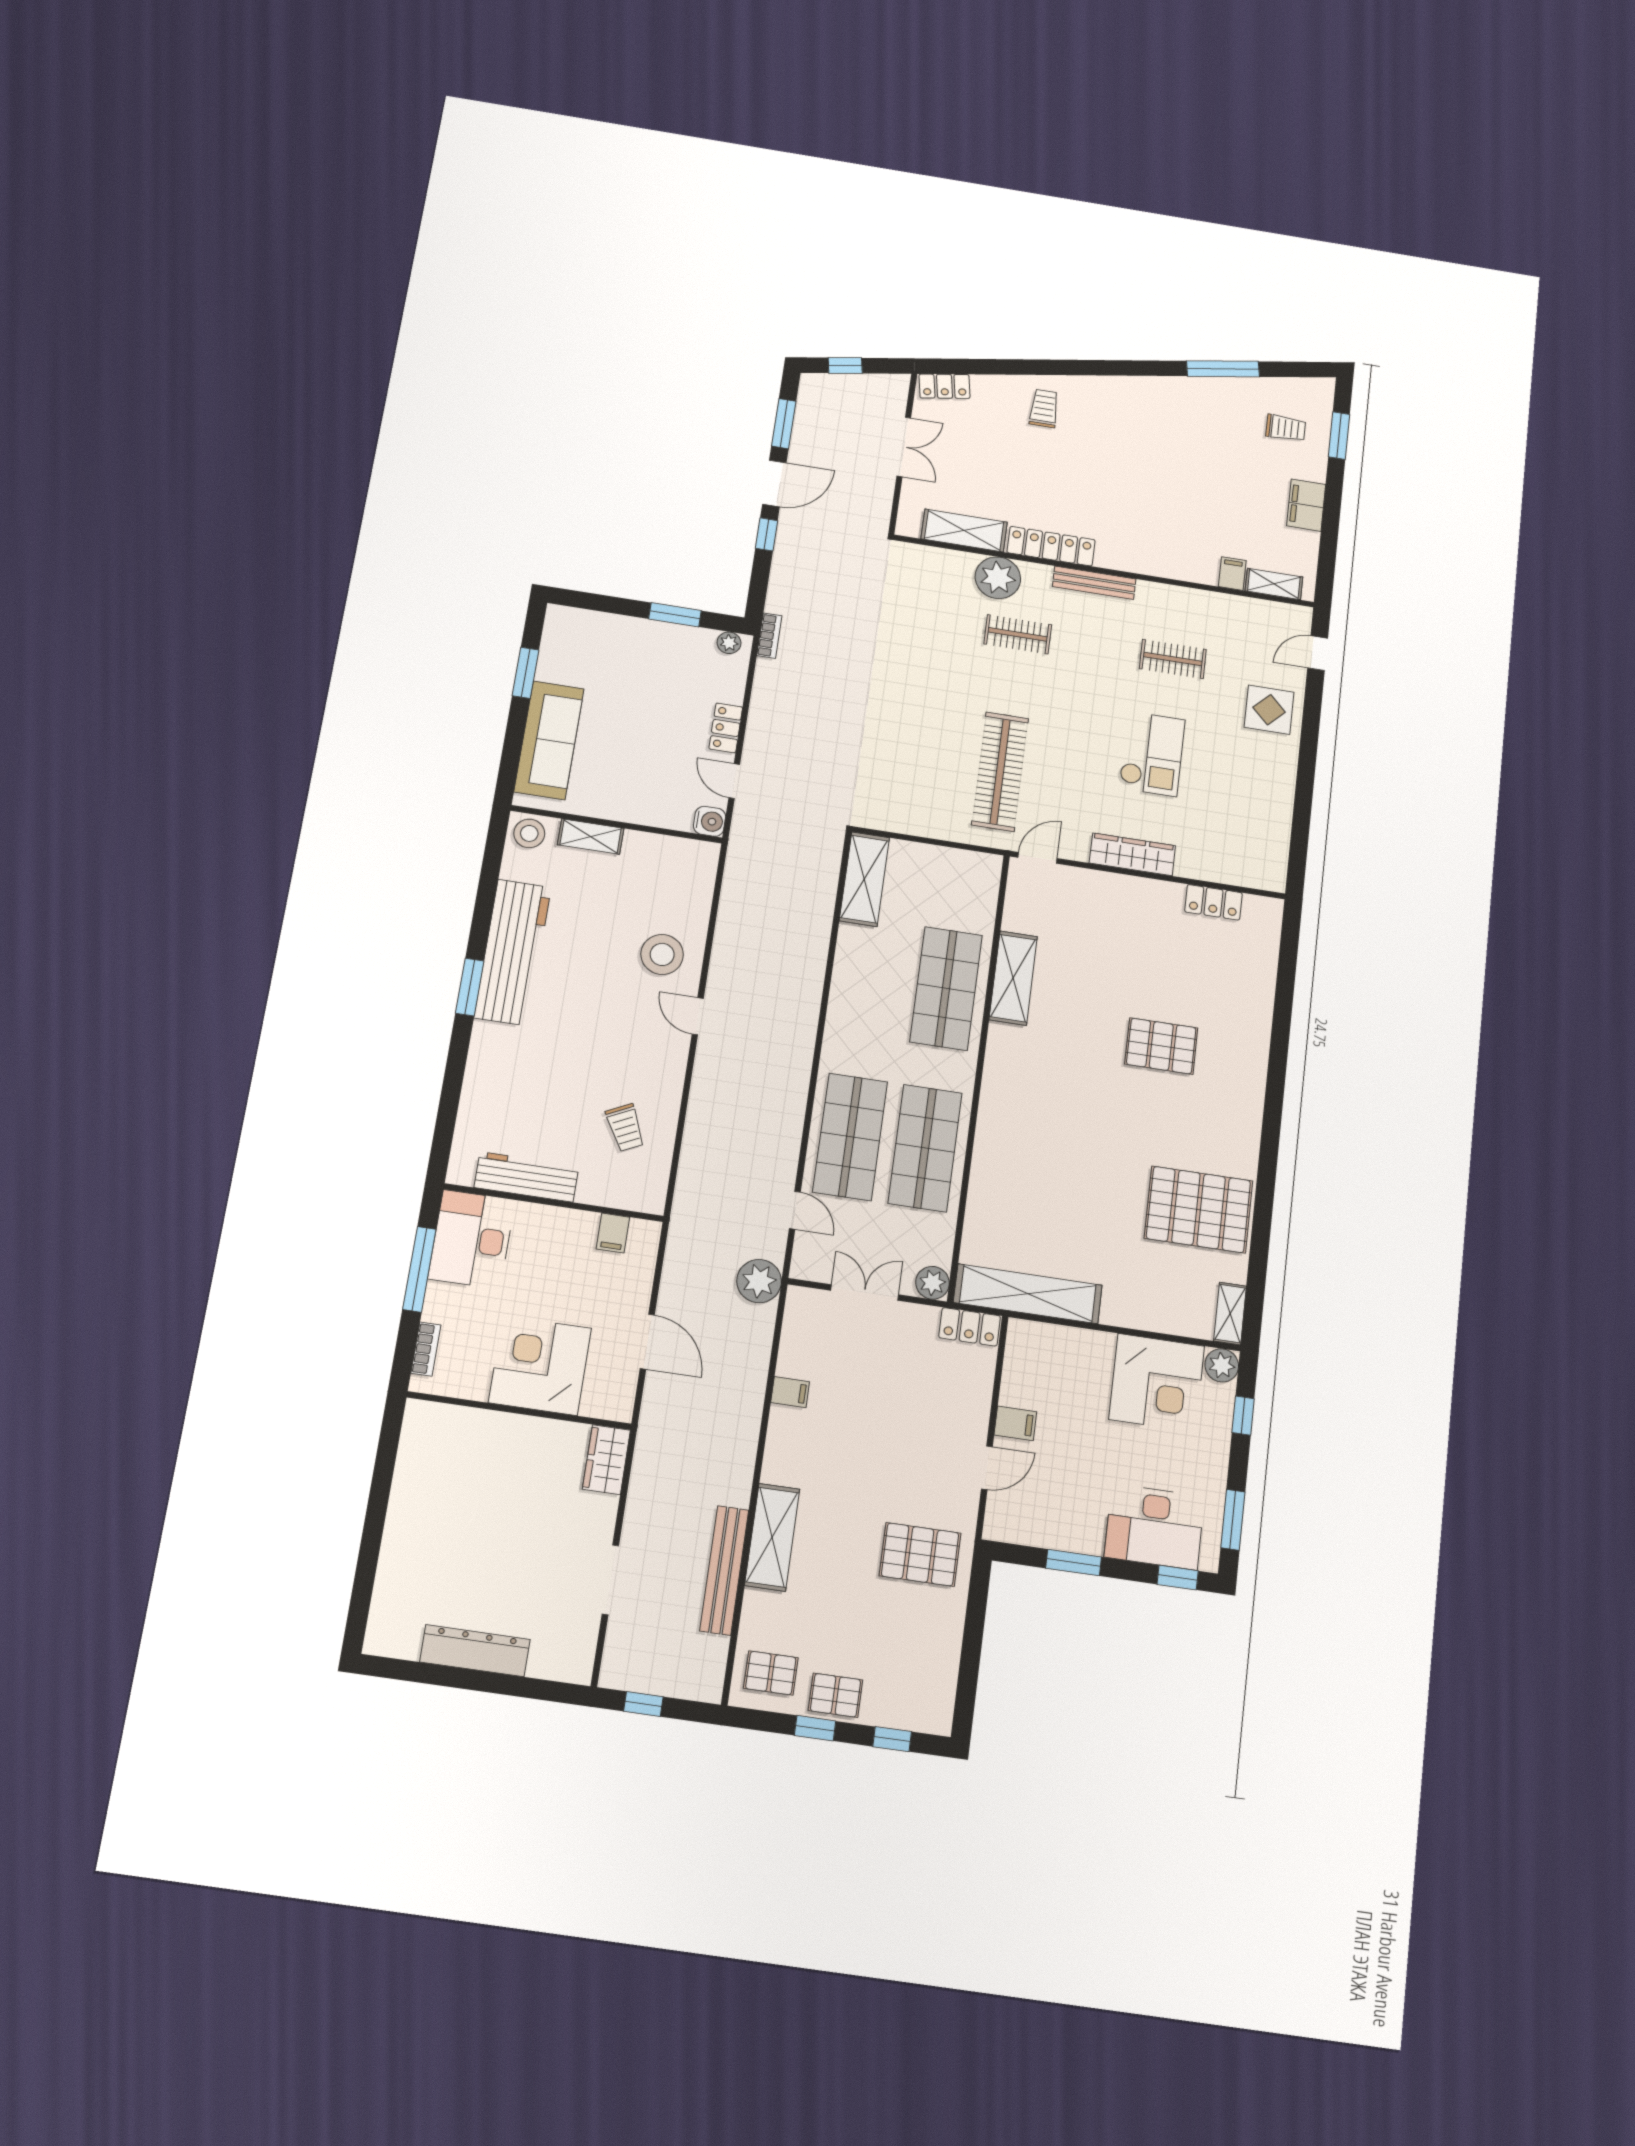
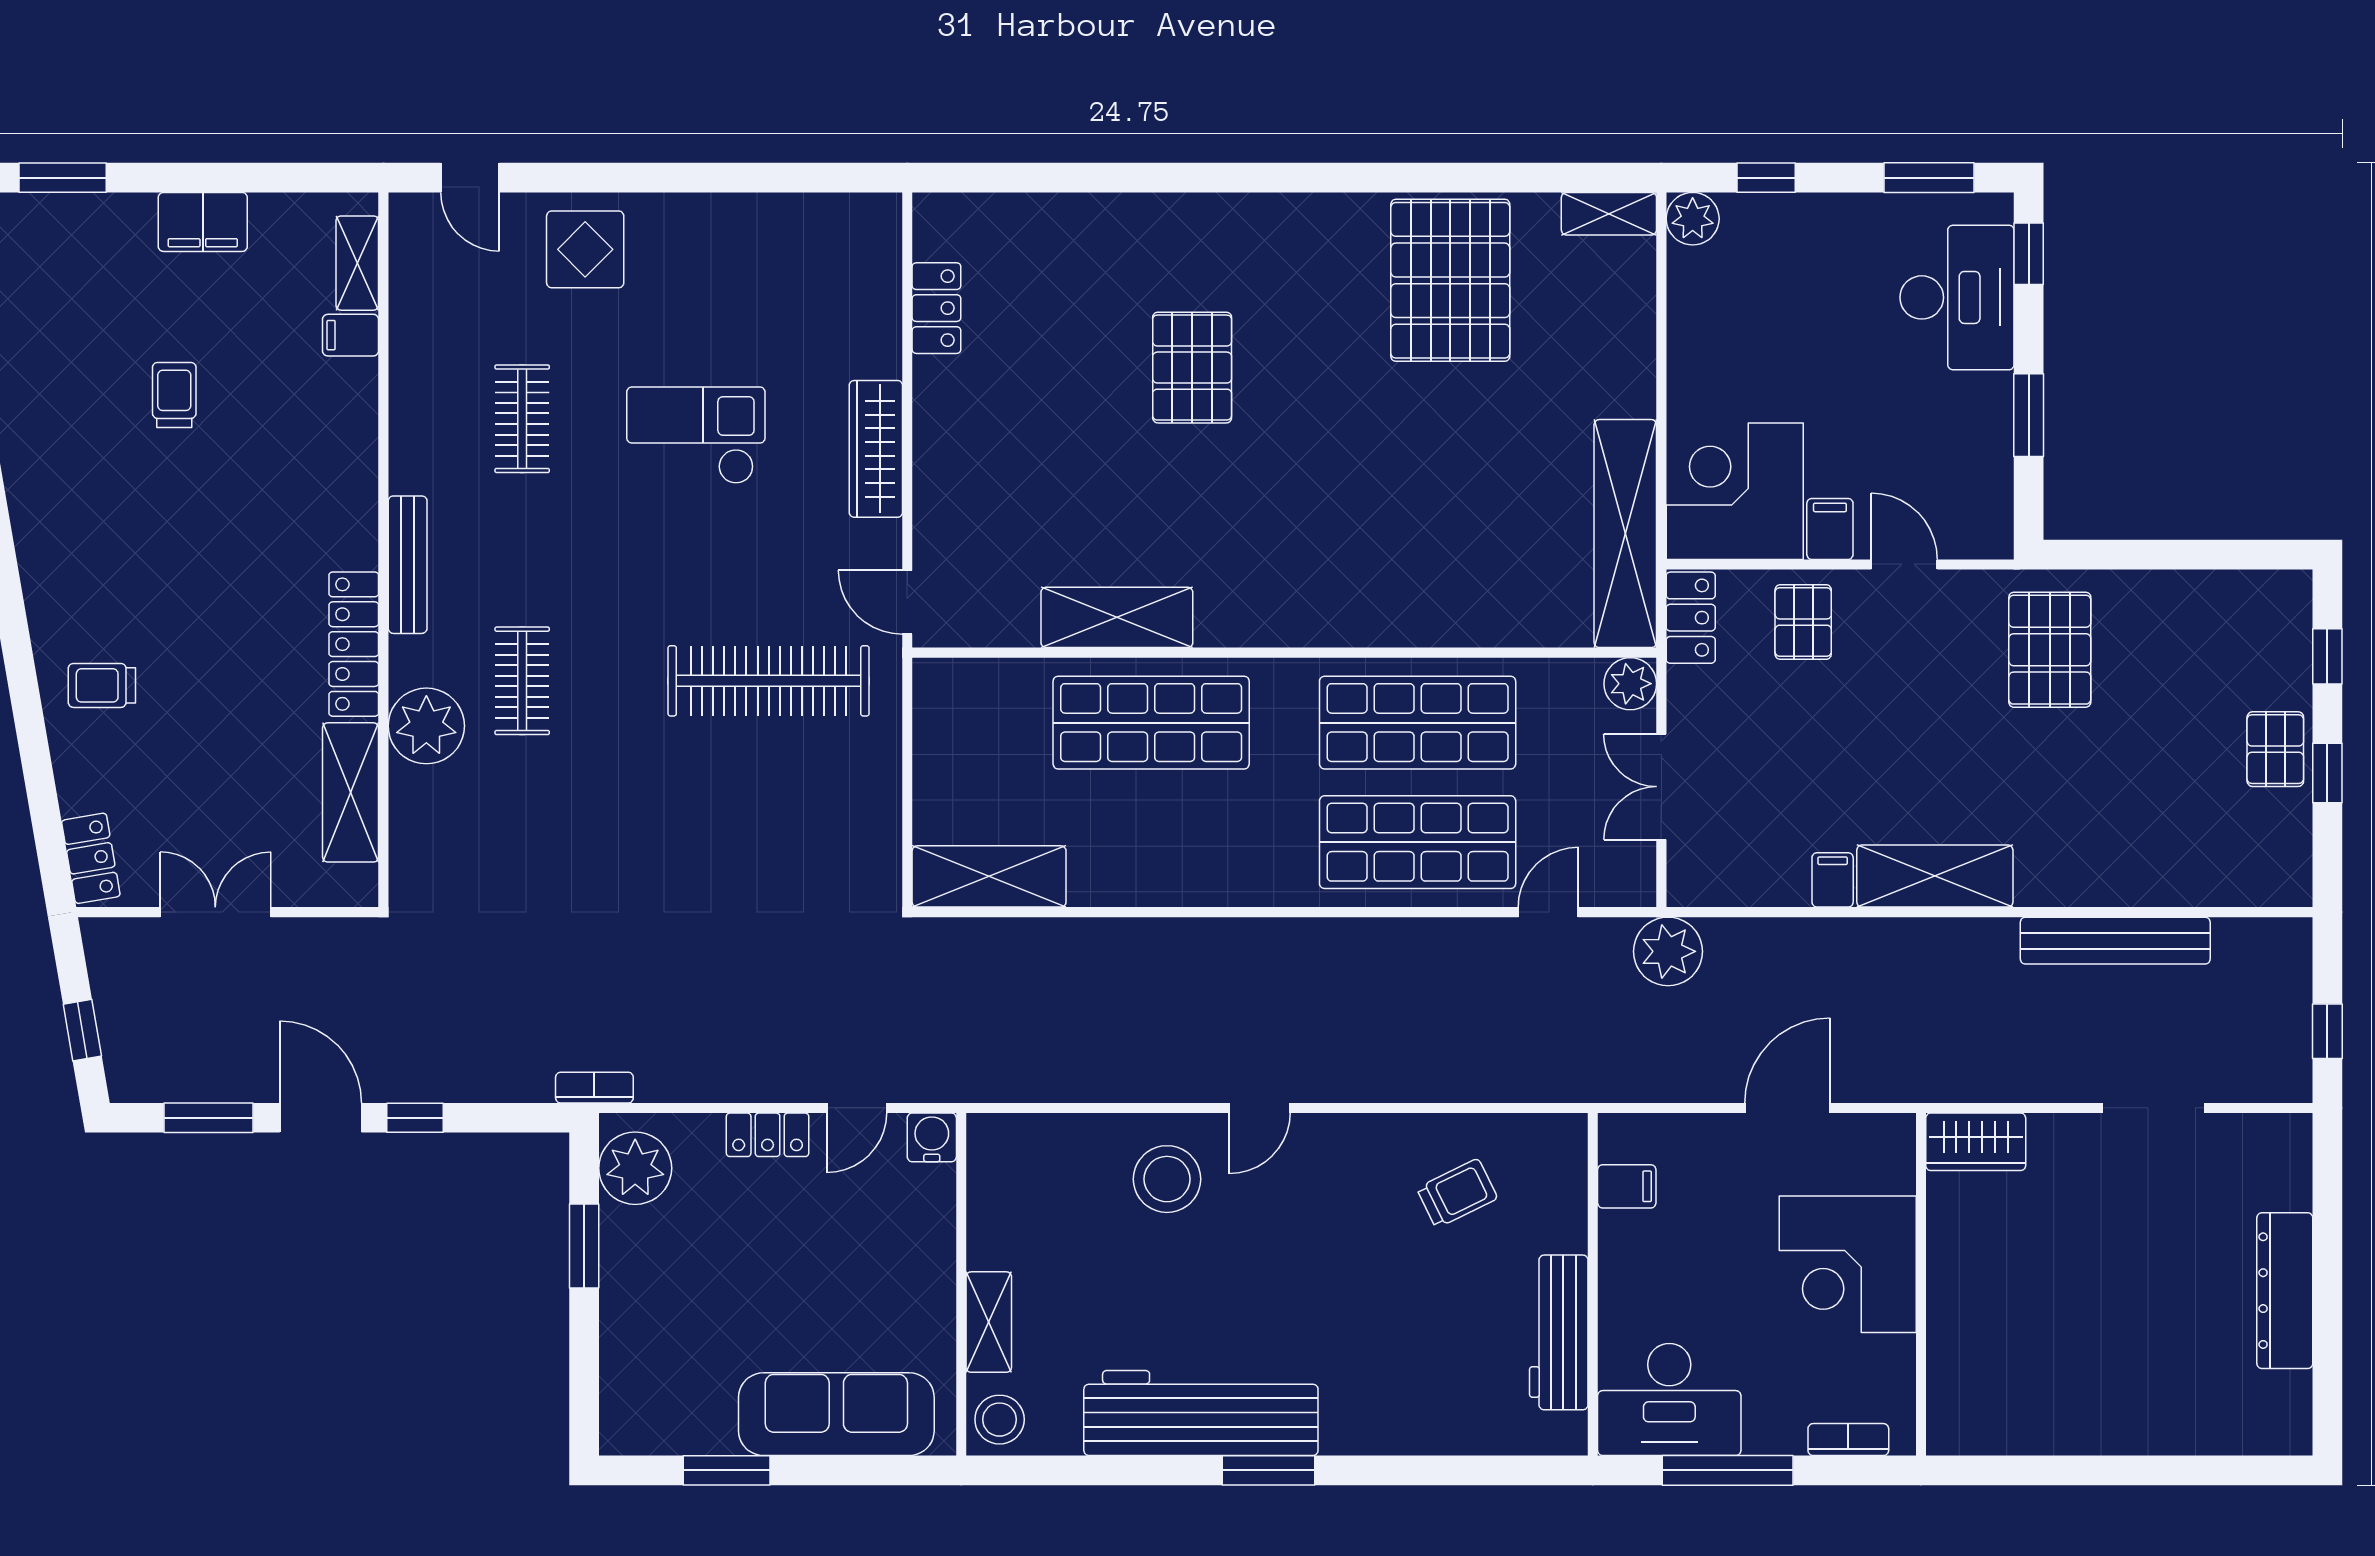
trolley: (1286, 428) -> (174, 395), moved
plant: (729, 643) -> (635, 1168), width x1.88, depth x1.88
corner desk: (1157, 1383) -> (1735, 491), moved, turned -90
shelving: (772, 1537) -> (1935, 876), moved
pallet: (771, 1673) -> (1803, 622), moved

